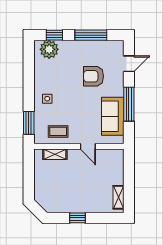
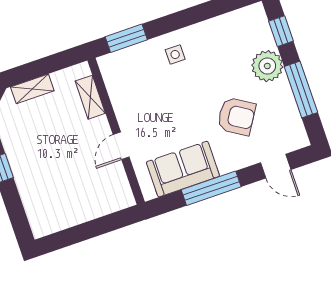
plant: (49, 49) -> (267, 66), moved
armchair: (94, 76) -> (236, 116), turned 122
coffee table: (58, 131) -> (129, 90), removed
shelving: (119, 197) -> (32, 89), moved

